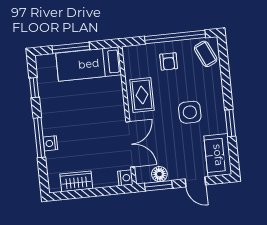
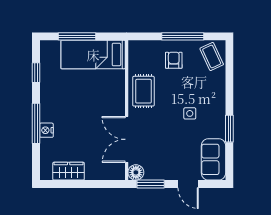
window: (175, 37) -> (183, 36), width x0.68
armchair: (169, 61) -> (174, 60), turned 180
side table: (190, 112) -> (190, 113), width x0.54, depth x0.54
double door: (130, 144) -> (127, 139), swing flipped
floor lamp: (159, 174) -> (136, 172), moved
nightstand: (125, 178) -> (118, 173), removed

